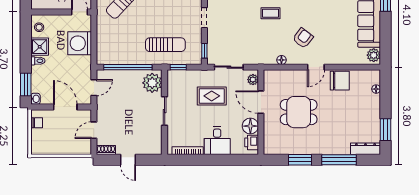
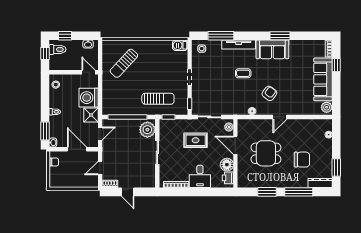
shower: (40, 47) -> (91, 115), moved
chair: (340, 81) -> (302, 160), moved

